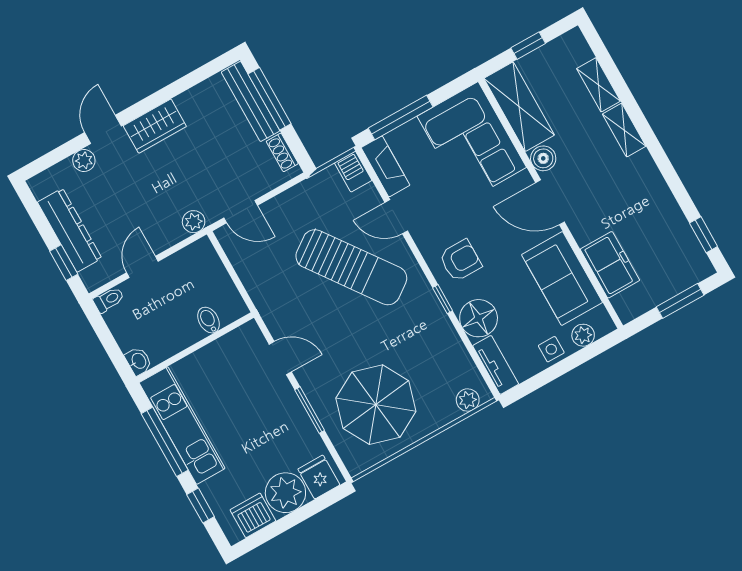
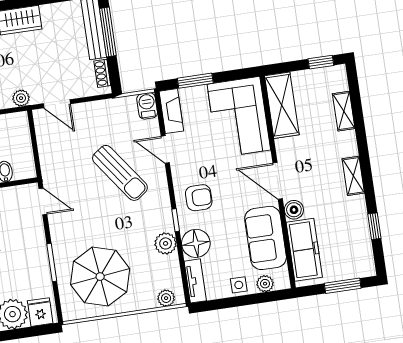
window: (528, 46) -> (321, 62), moved
window: (401, 118) -> (195, 81), width x0.69
shelving: (624, 130) -> (353, 176), moved
boiler: (543, 158) -> (294, 210), moved
window: (704, 235) -> (374, 226), moved
freezer: (610, 265) -> (304, 250), width x1.40
sun lounger: (351, 267) -> (120, 173), width x0.73, depth x0.75
plant: (441, 333) -> (166, 243), added
door: (280, 358) -> (43, 201), moved

